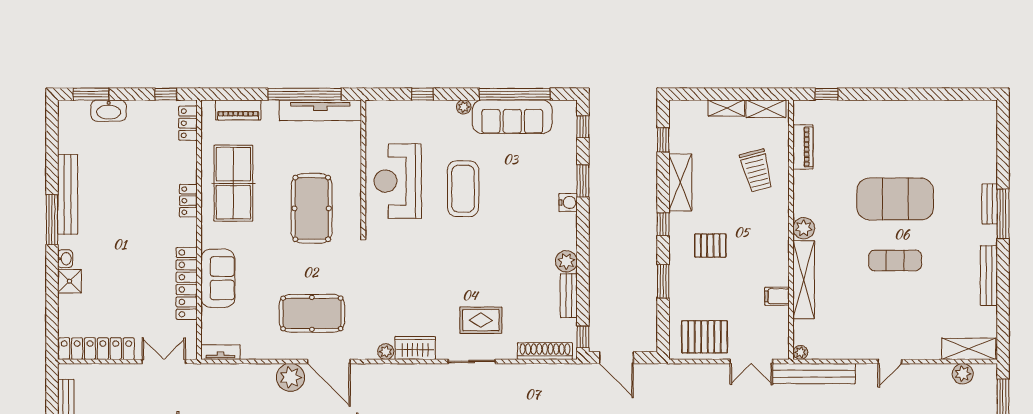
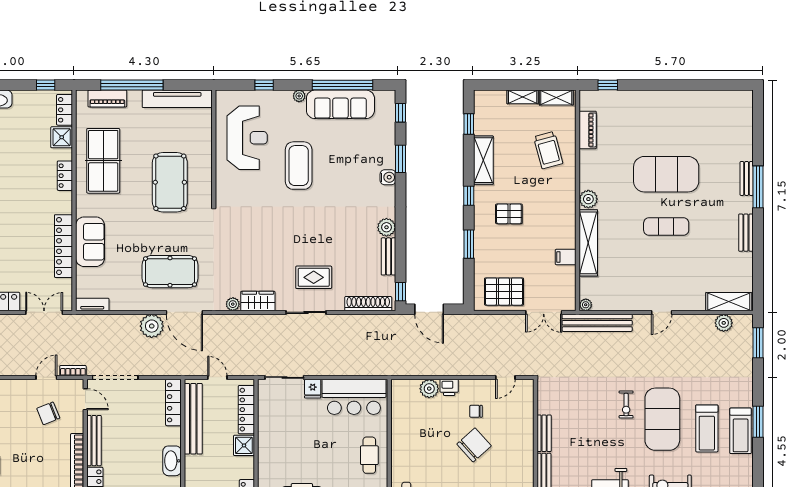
window: (305, 94) -> (132, 85), moved
shower: (185, 156) -> (62, 137), added
reception desk: (398, 181) -> (247, 138), moved, turned 180
bench: (989, 276) -> (746, 233), width x0.73

